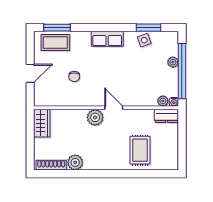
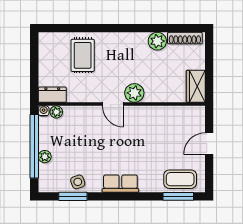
chair: (74, 77) -> (158, 140), removed

